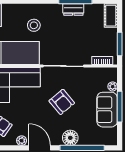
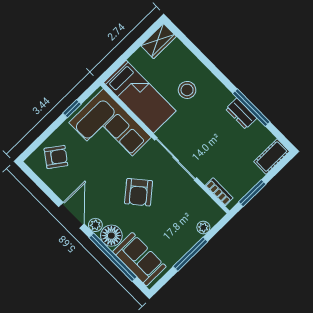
sofa: (107, 110) -> (139, 259), moved, turned 90
plant: (22, 141) -> (95, 225), moved

